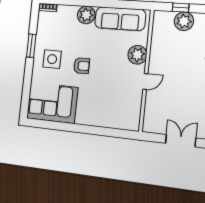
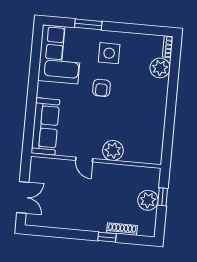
plant: (86, 15) -> (160, 68), moved
sofa: (120, 19) -> (45, 126), moved, turned 180
window: (31, 46) -> (88, 24), moved

